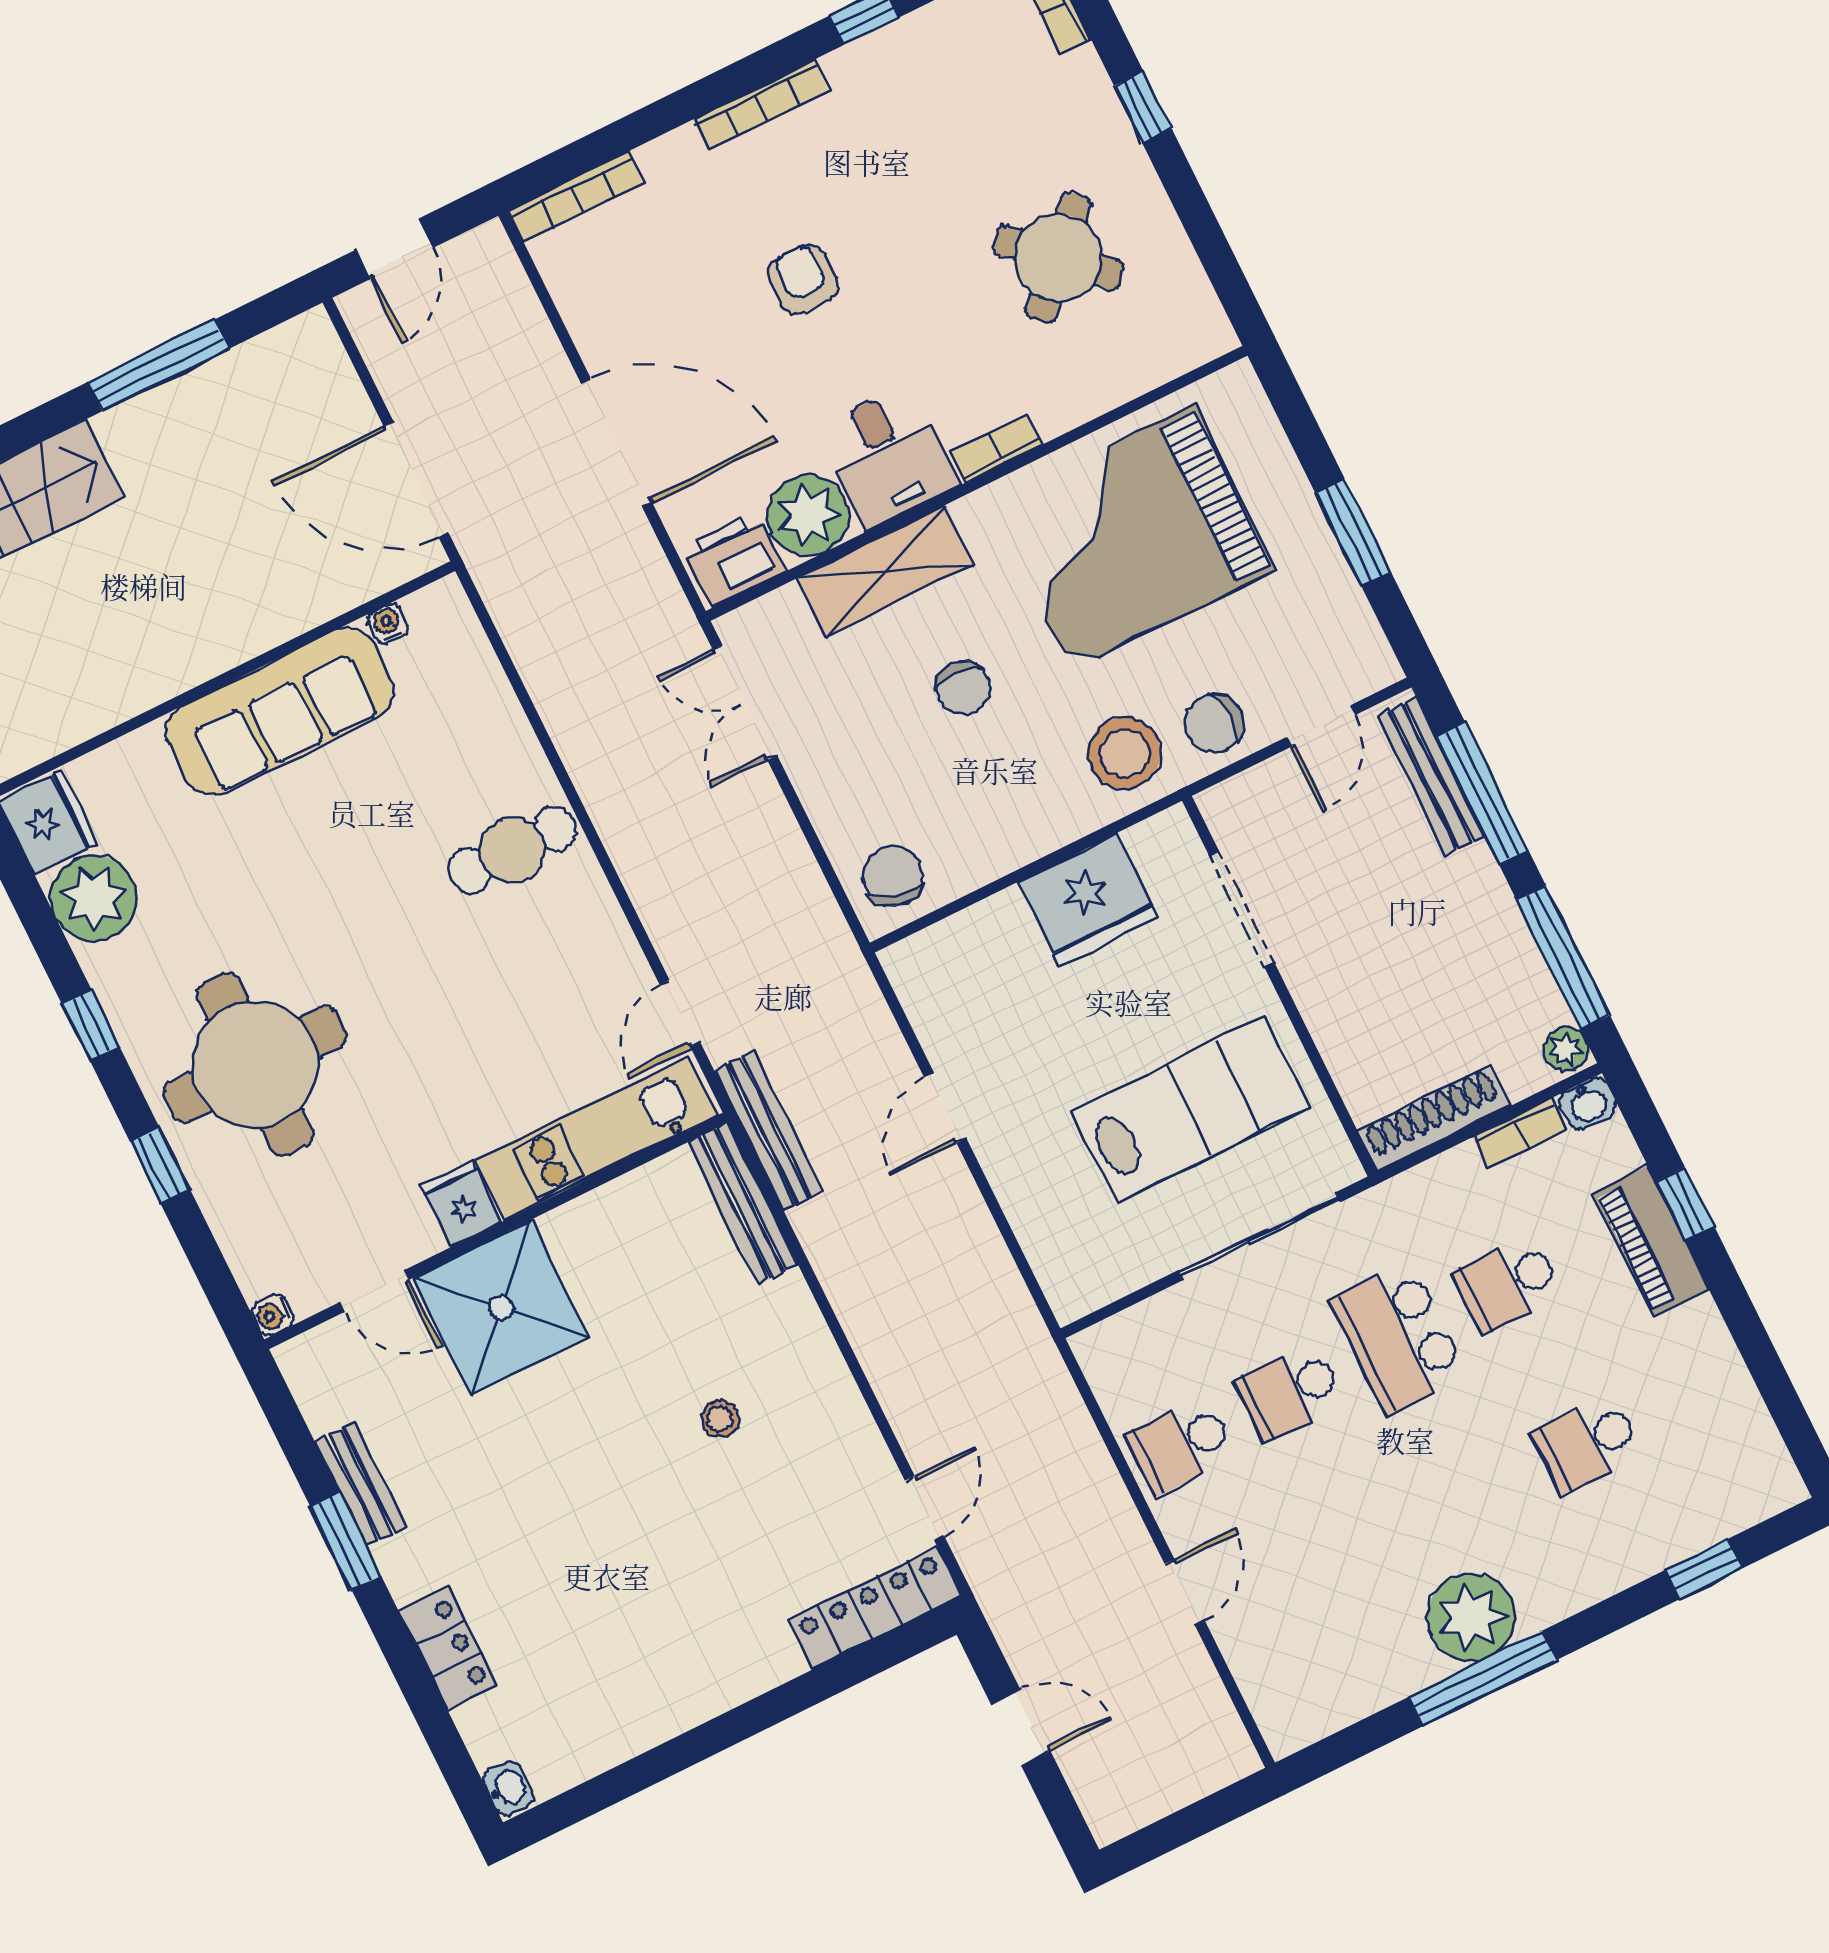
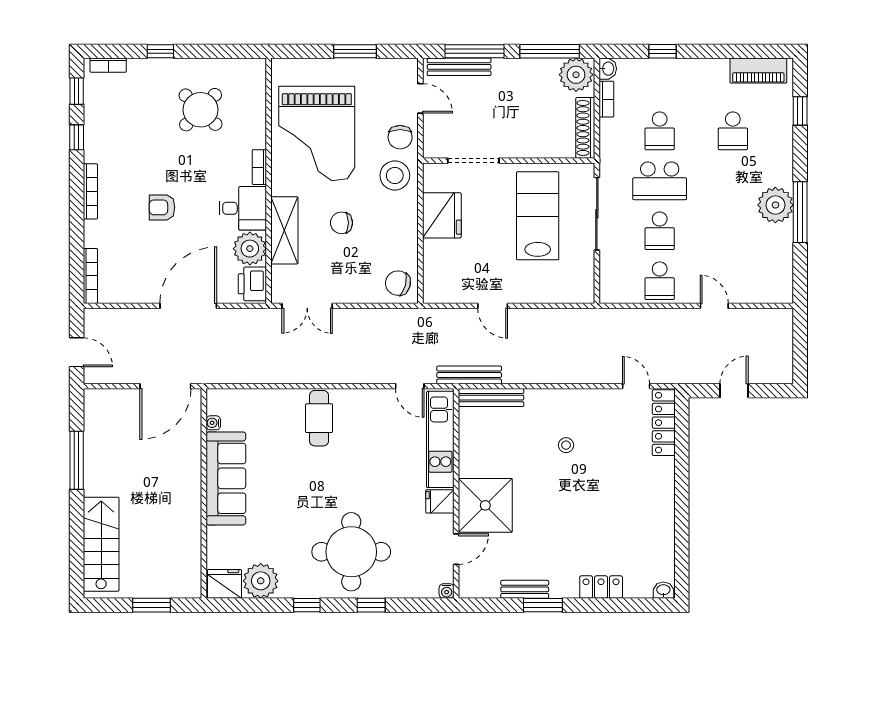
chair: (963, 688) -> (342, 223), turned 180
plant: (1566, 1049) -> (576, 75), width x1.87, depth x1.87
piano: (1651, 1241) -> (758, 71), moved

